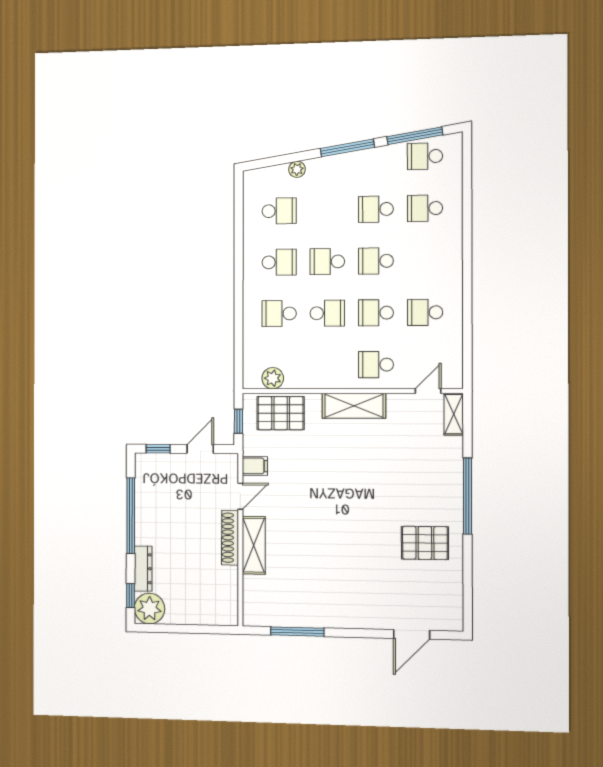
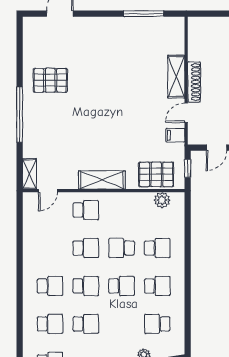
school desk: (279, 262) -> (157, 286), turned 180
school desk: (425, 312) -> (50, 286), moved

